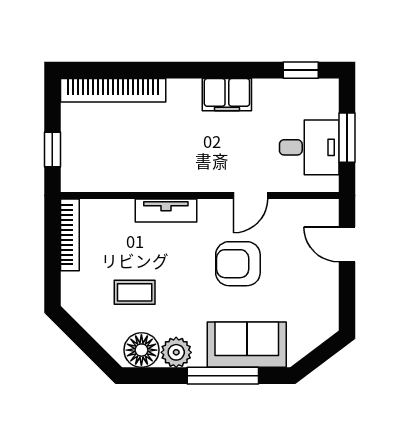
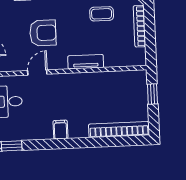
filing cabinet: (227, 95) -> (60, 130), width x0.50
bookcase: (70, 235) -> (139, 26), moved

